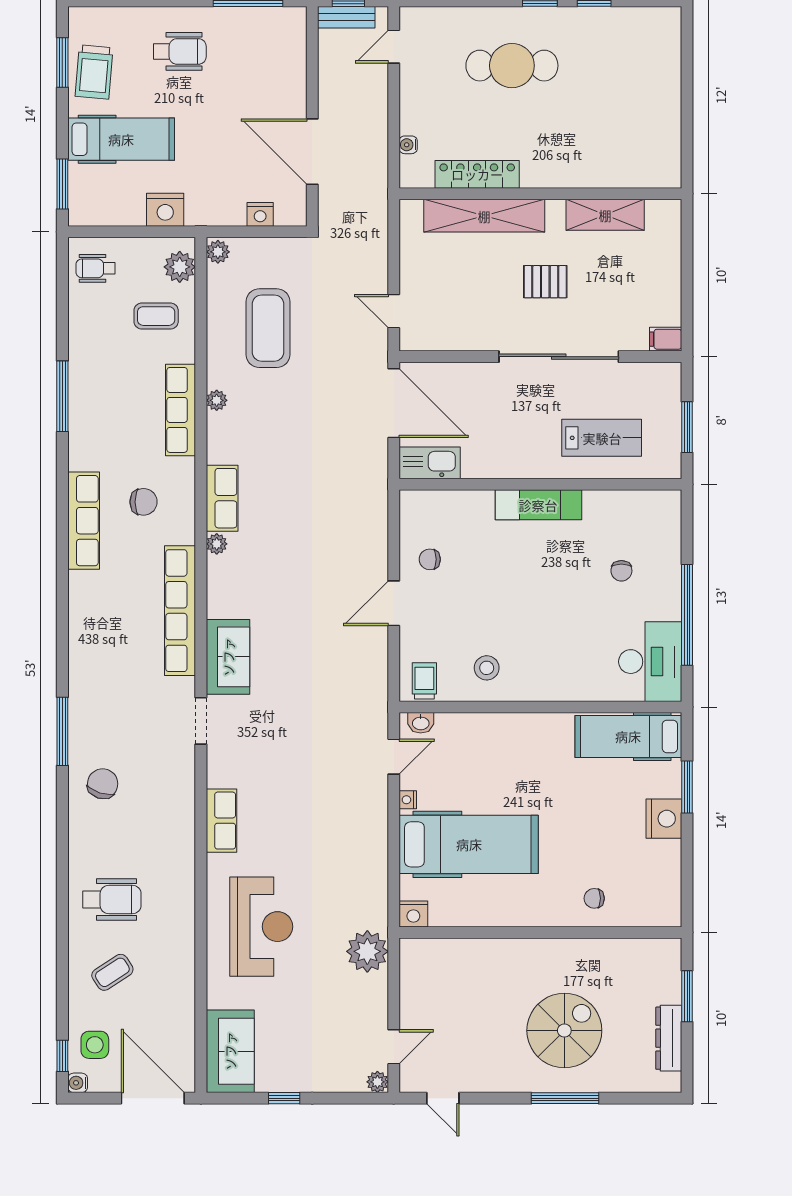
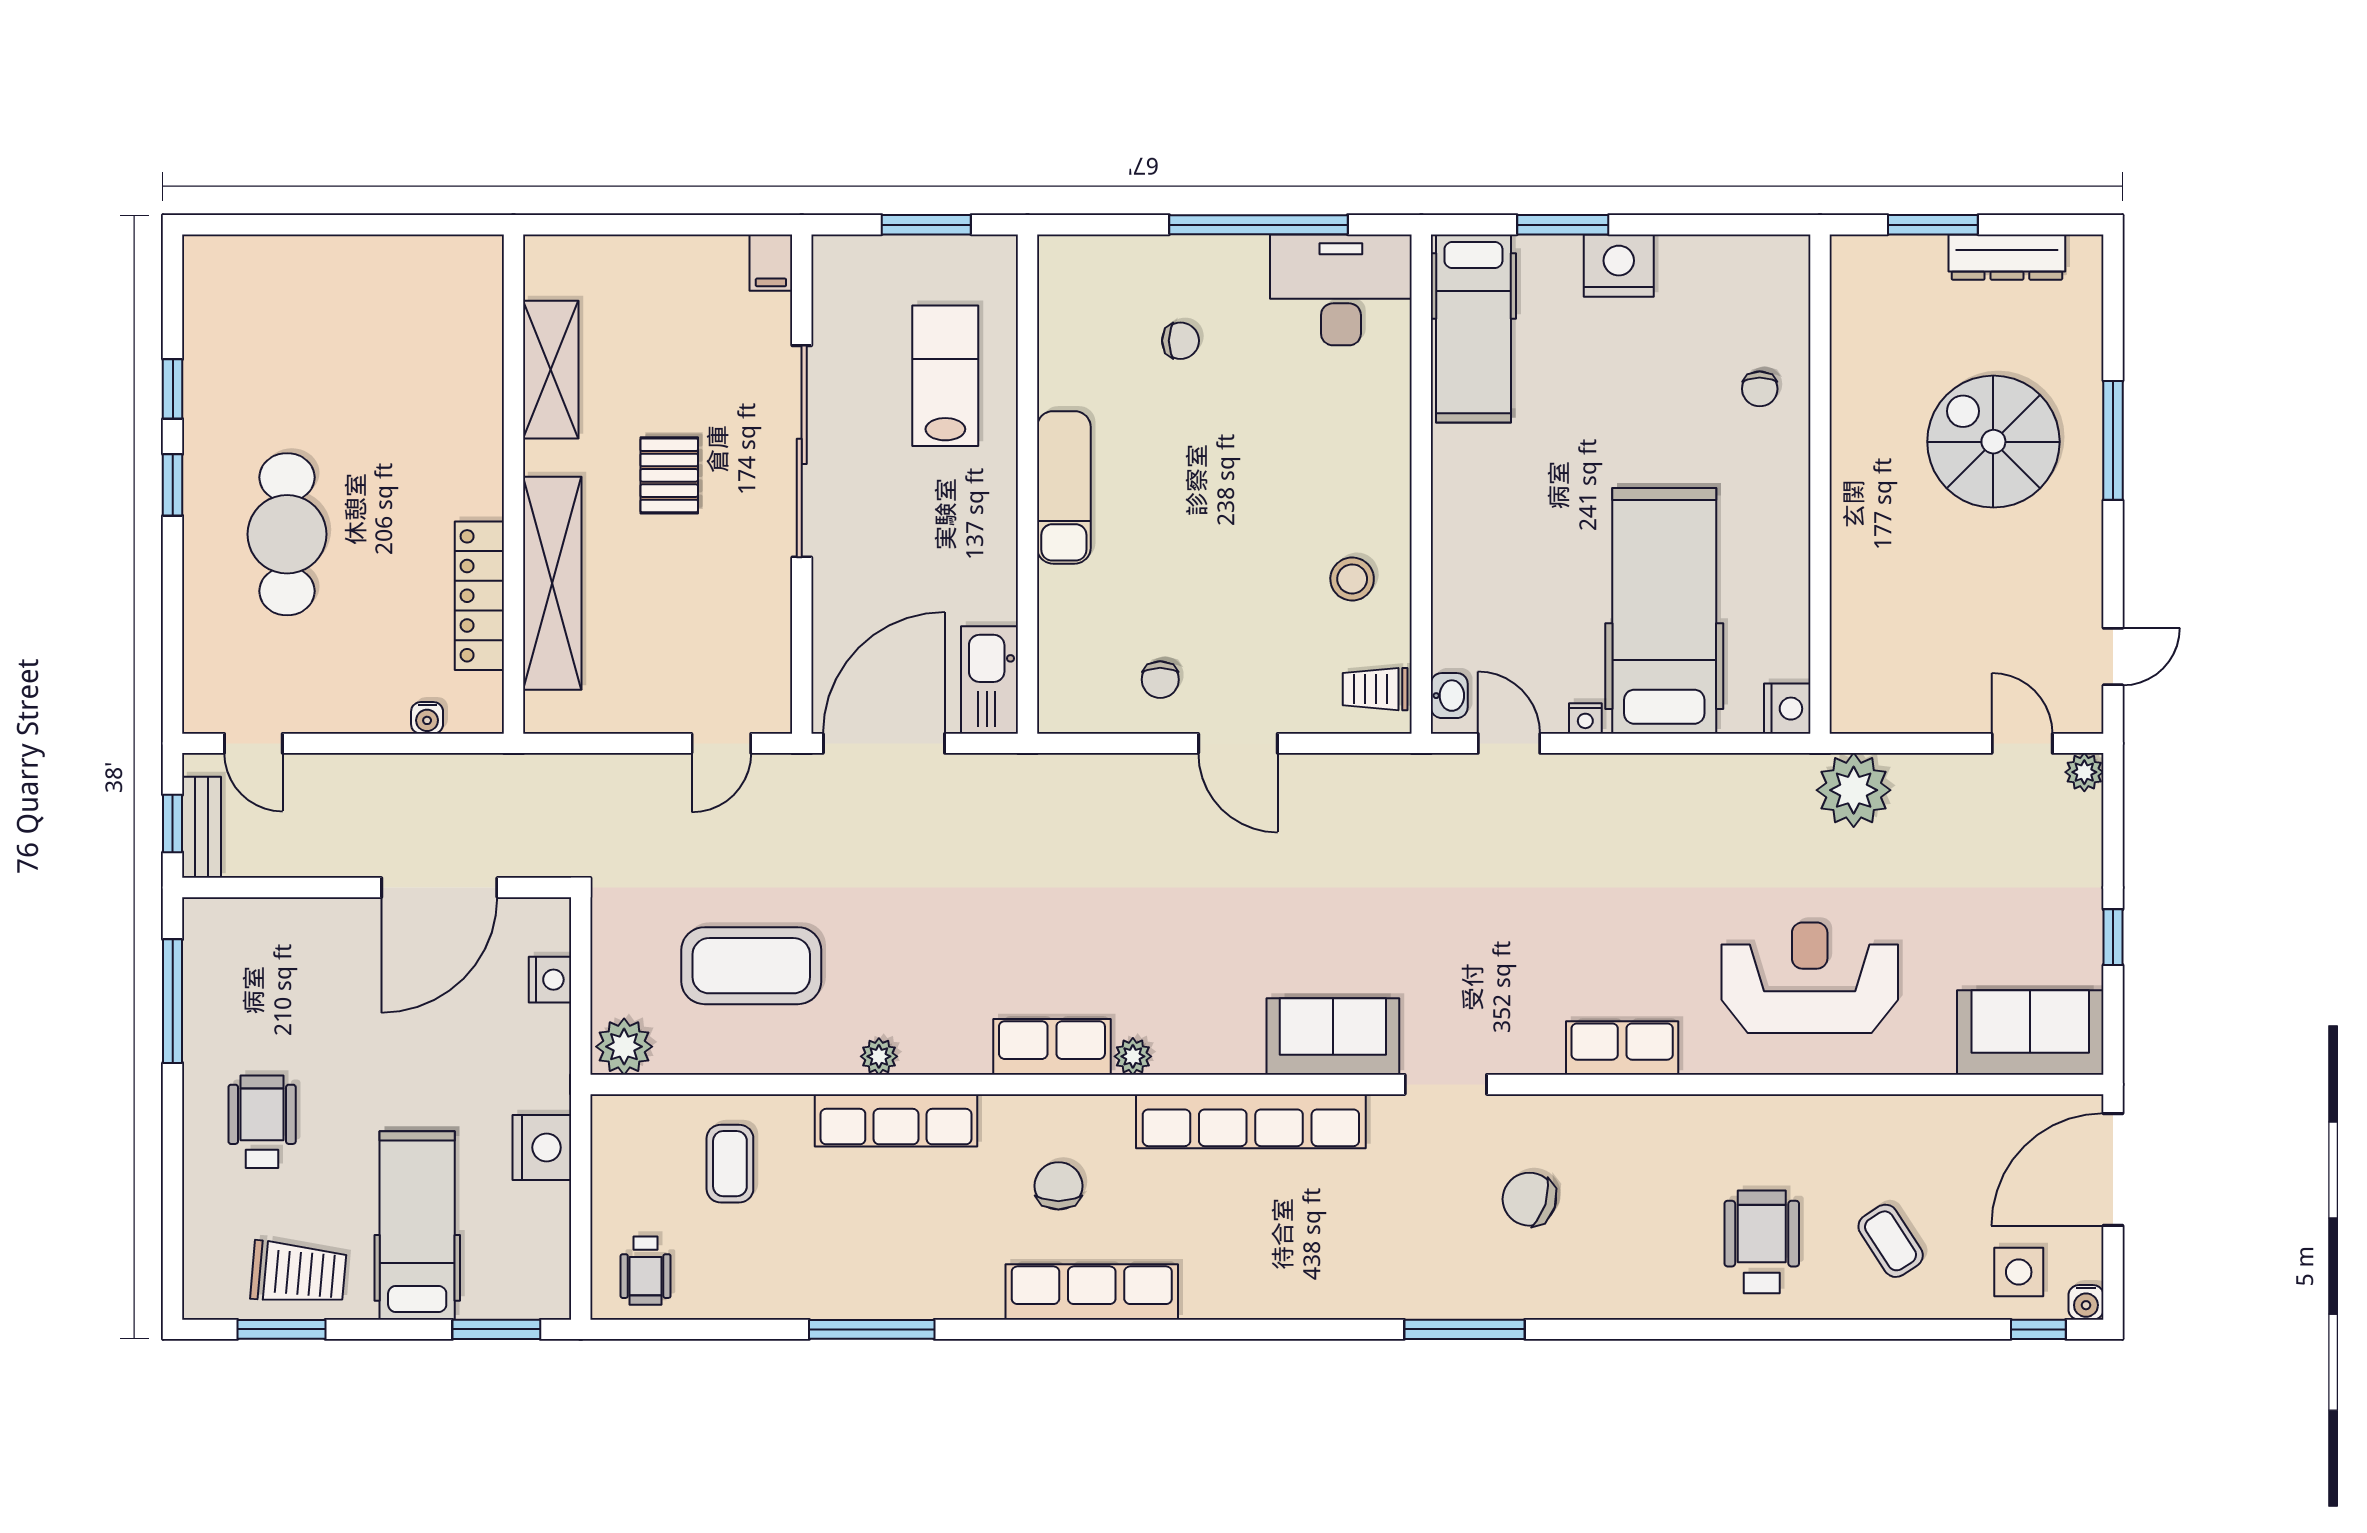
plant: (218, 252) -> (624, 1047), width x1.38, depth x1.38
plant: (180, 267) -> (643, 1122), removed
chair: (103, 784) -> (1529, 1199), moved

